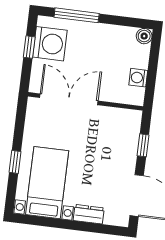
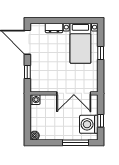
washing machine: (138, 78) -> (35, 100), moved

